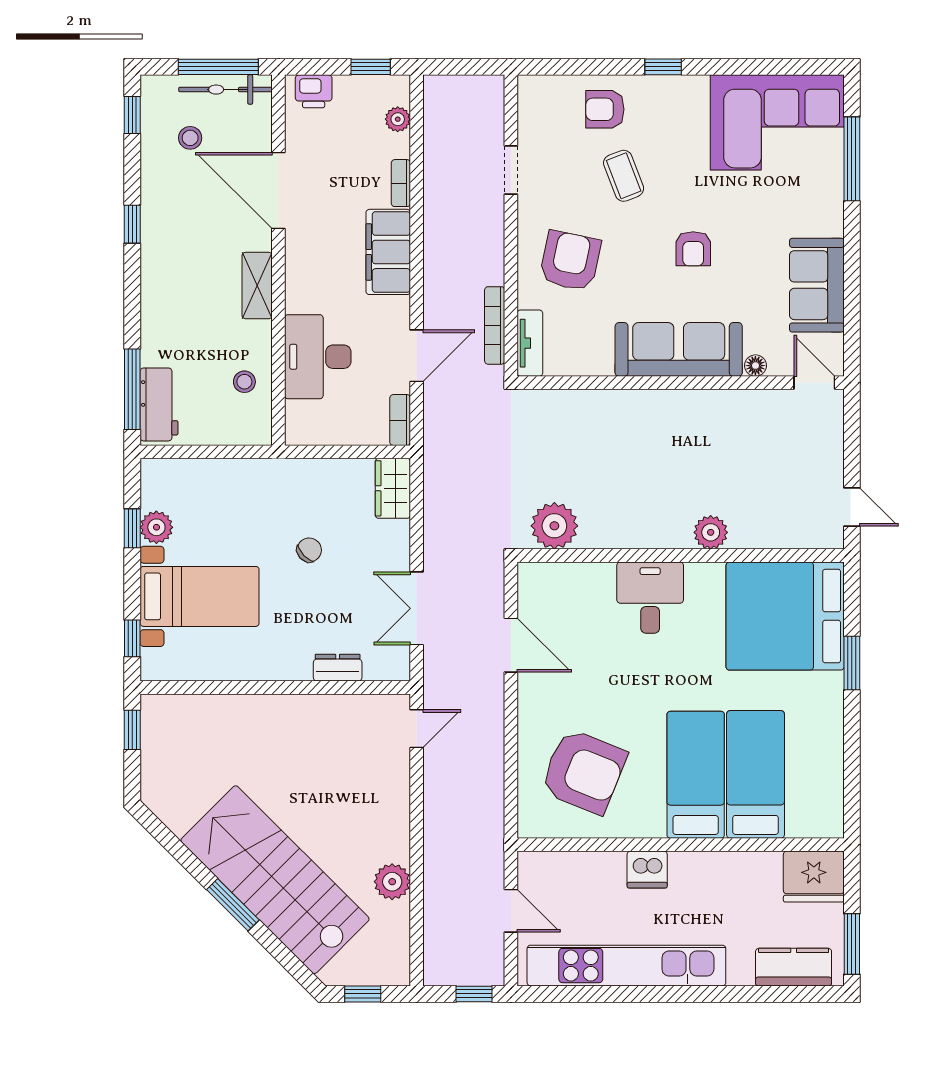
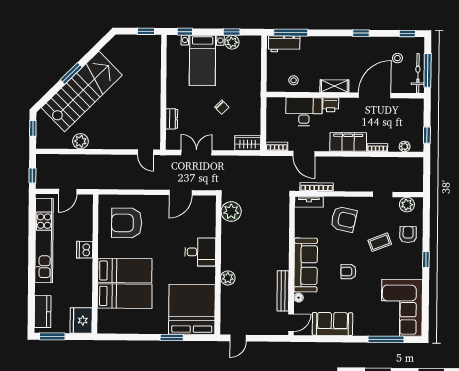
printer: (314, 91) -> (331, 105), moved, turned -90
plant: (535, 113) -> (407, 205), added
bench: (740, 402) -> (283, 291), added
armchair: (583, 771) -> (127, 223), turned 68

